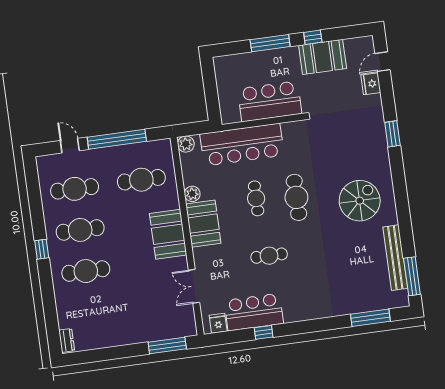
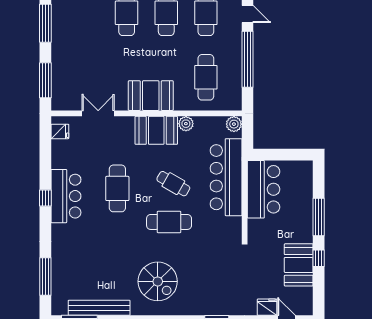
bar counter: (270, 101) -> (264, 189), moved
door: (70, 146) -> (247, 14), hinge flipped
cafe table: (256, 198) -> (173, 184), turned 30
cafe table: (269, 256) -> (117, 188), width x1.37, depth x1.35
bar counter: (254, 312) -> (66, 196), moved
window: (264, 332) -> (45, 198), moved
window: (108, 354) -> (45, 23), added

